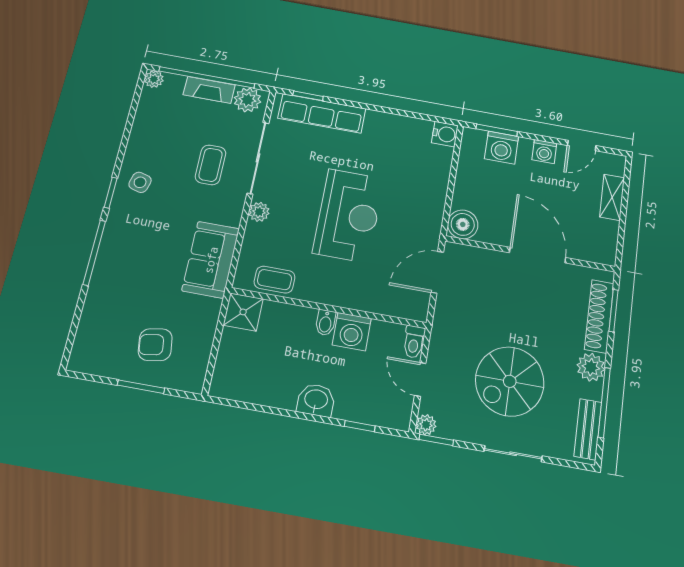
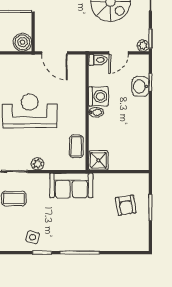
washbasin: (316, 400) -> (140, 86), moved

